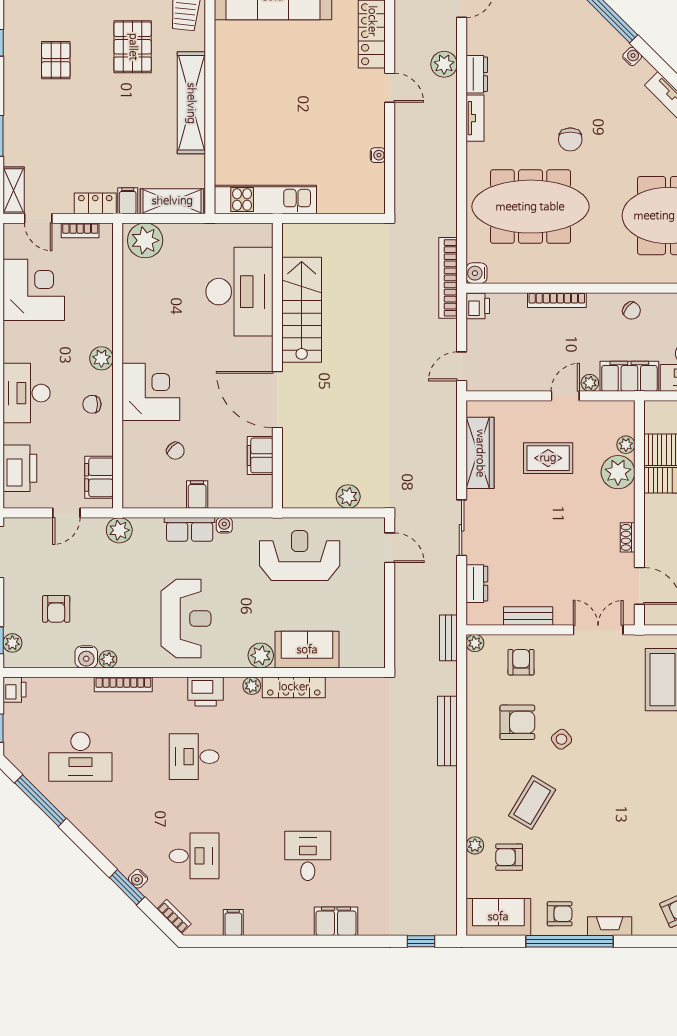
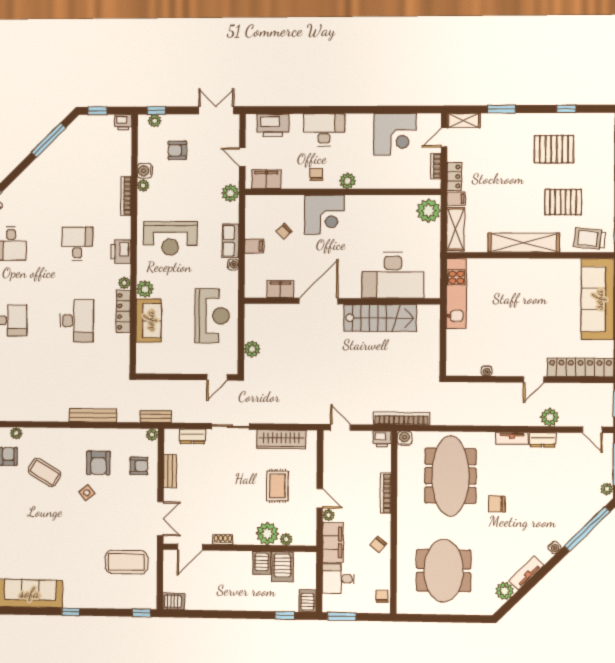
pallet: (56, 60) -> (554, 149), width x1.50, depth x1.42
desk: (80, 757) -> (77, 321), moved, turned 180

